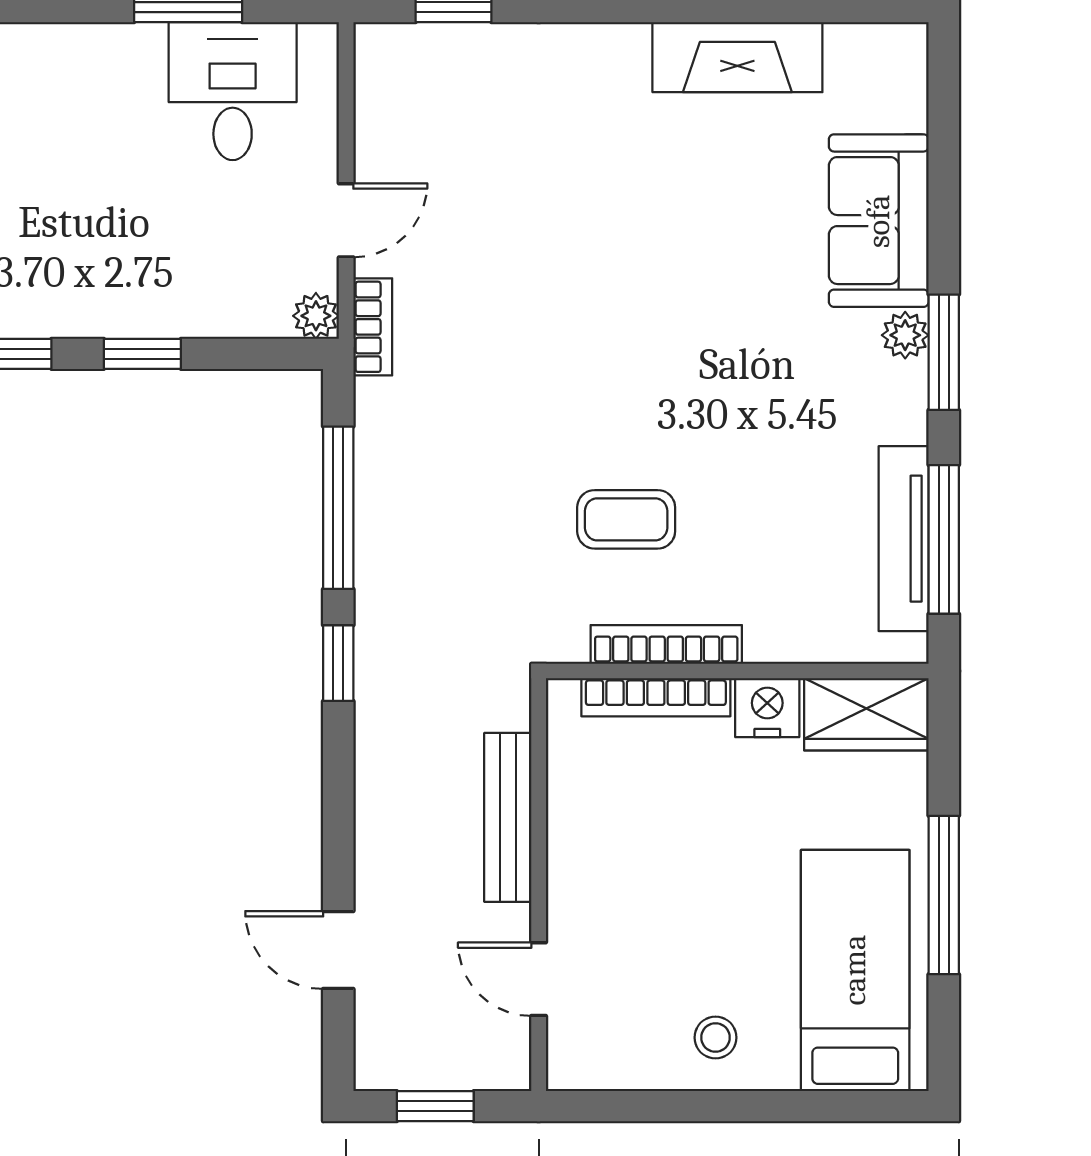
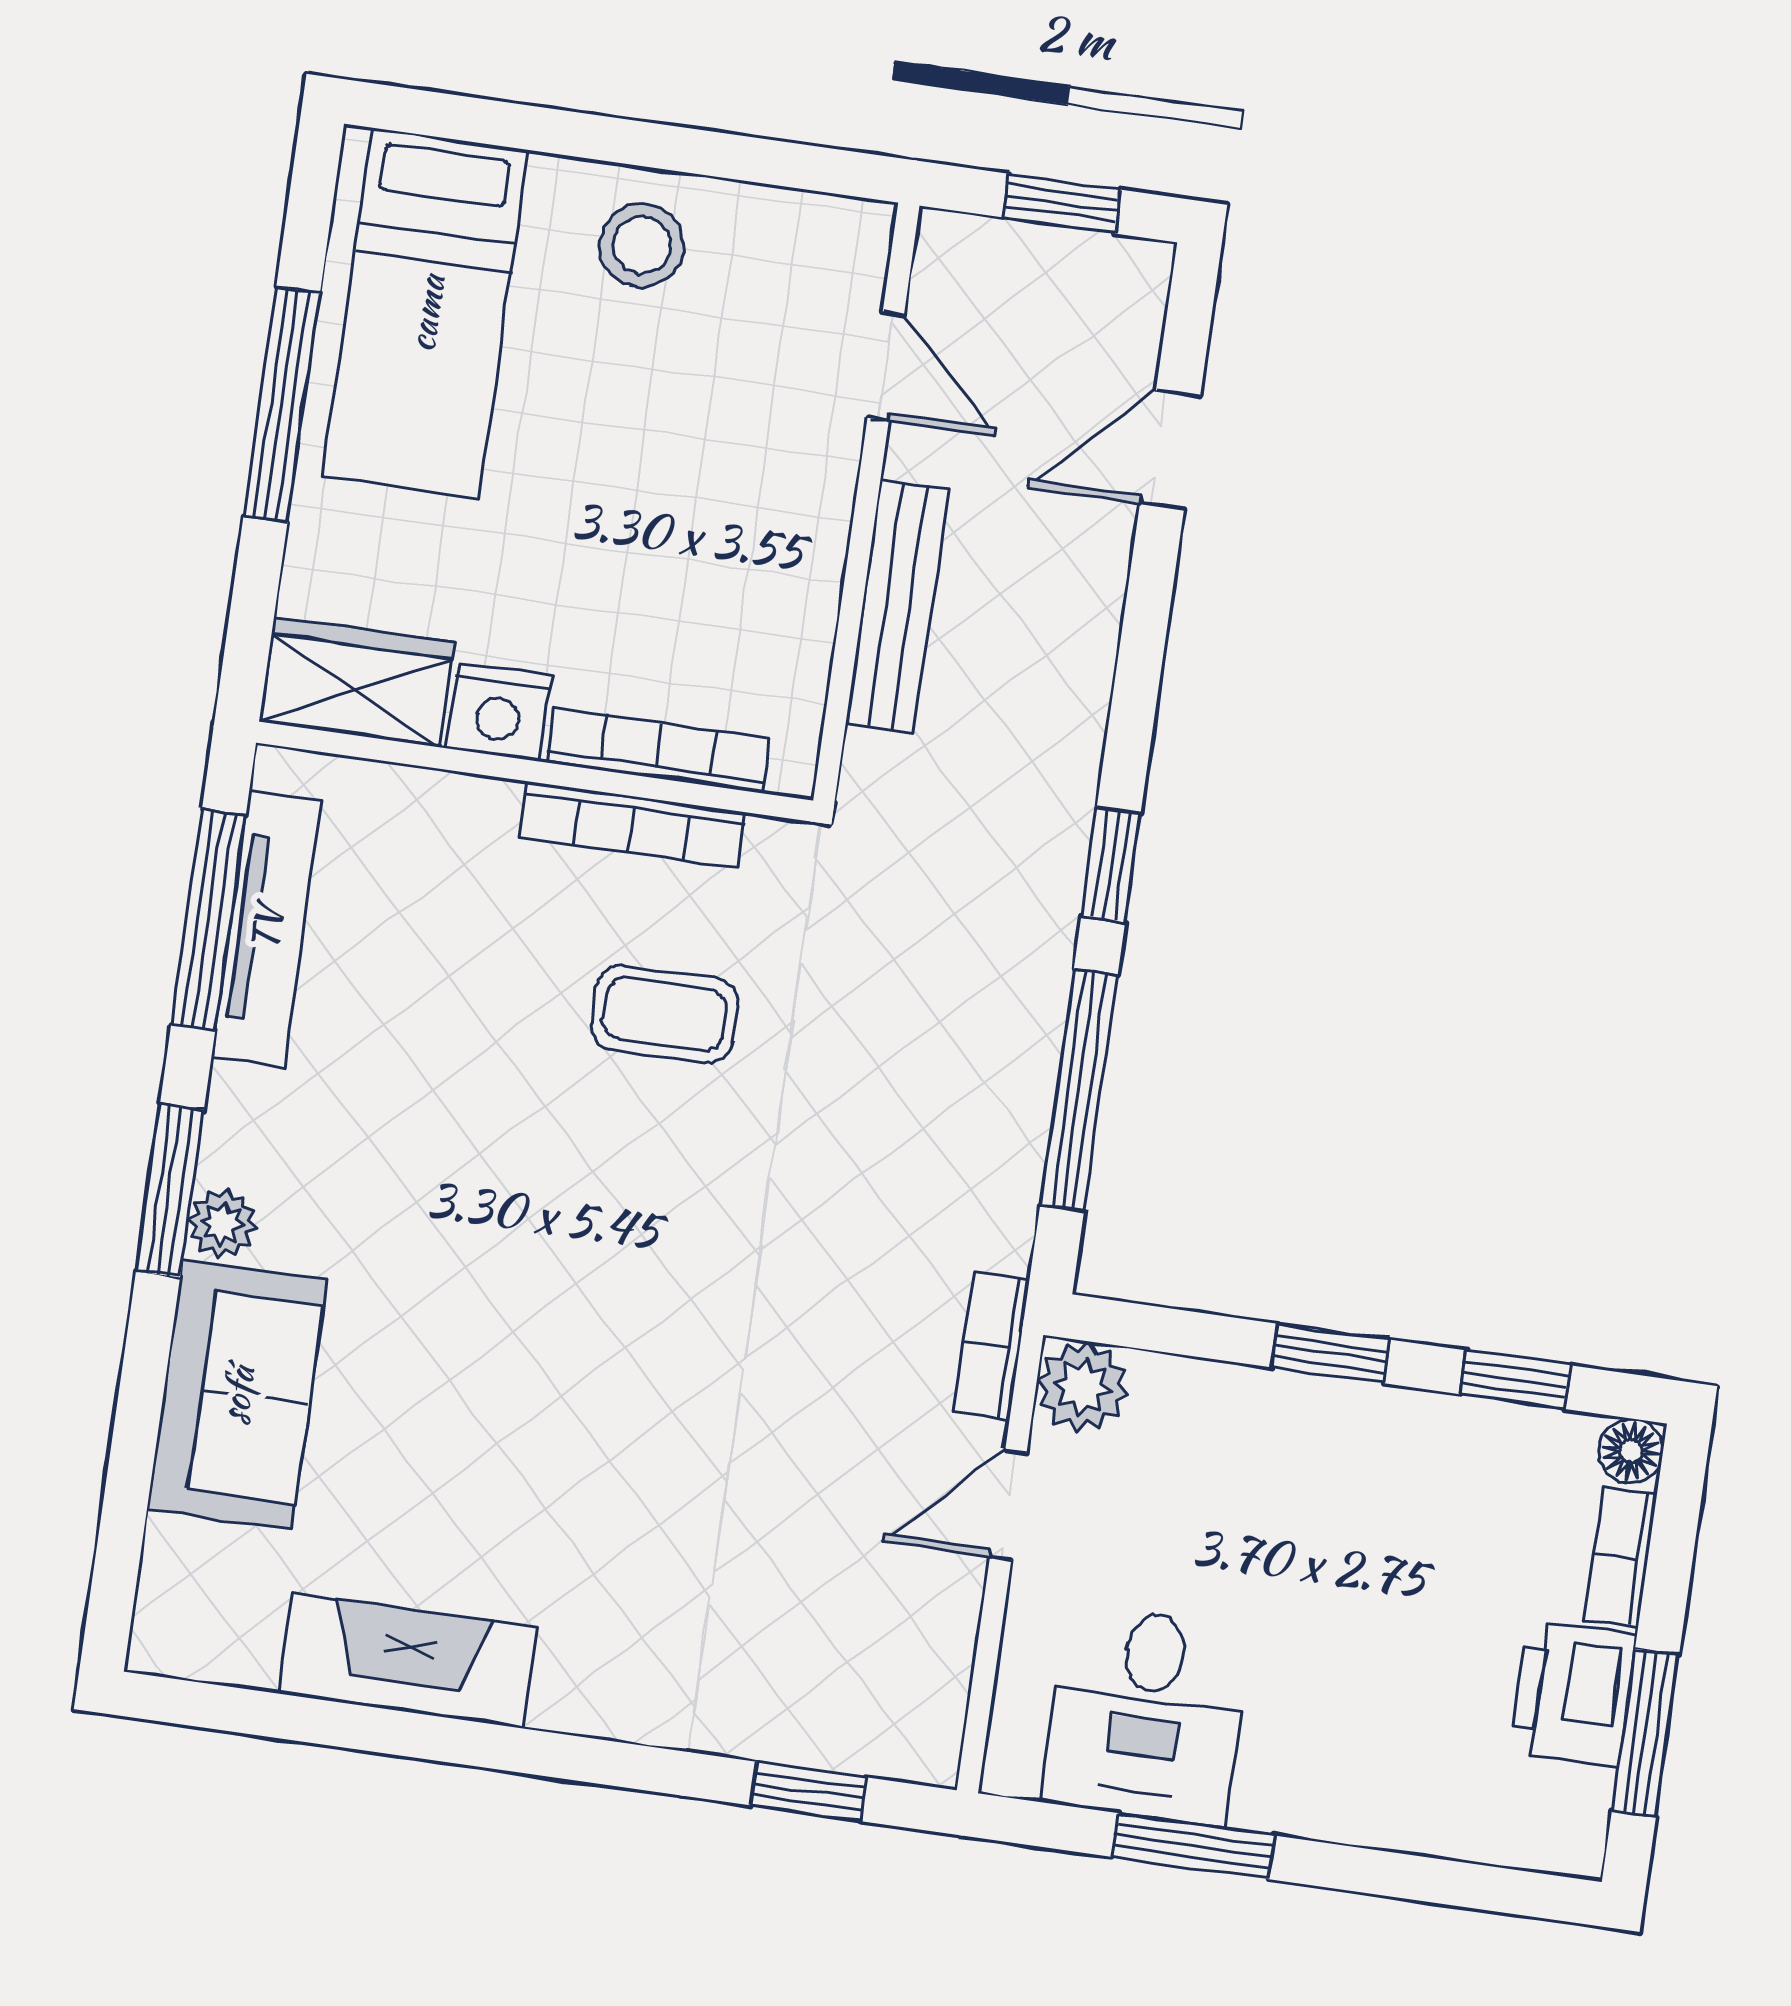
plant: (316, 316) -> (1082, 1387), width x1.38, depth x1.38
door: (338, 950) -> (1170, 450), swing flipped
stool: (715, 1038) -> (642, 245), width x1.37, depth x1.37

